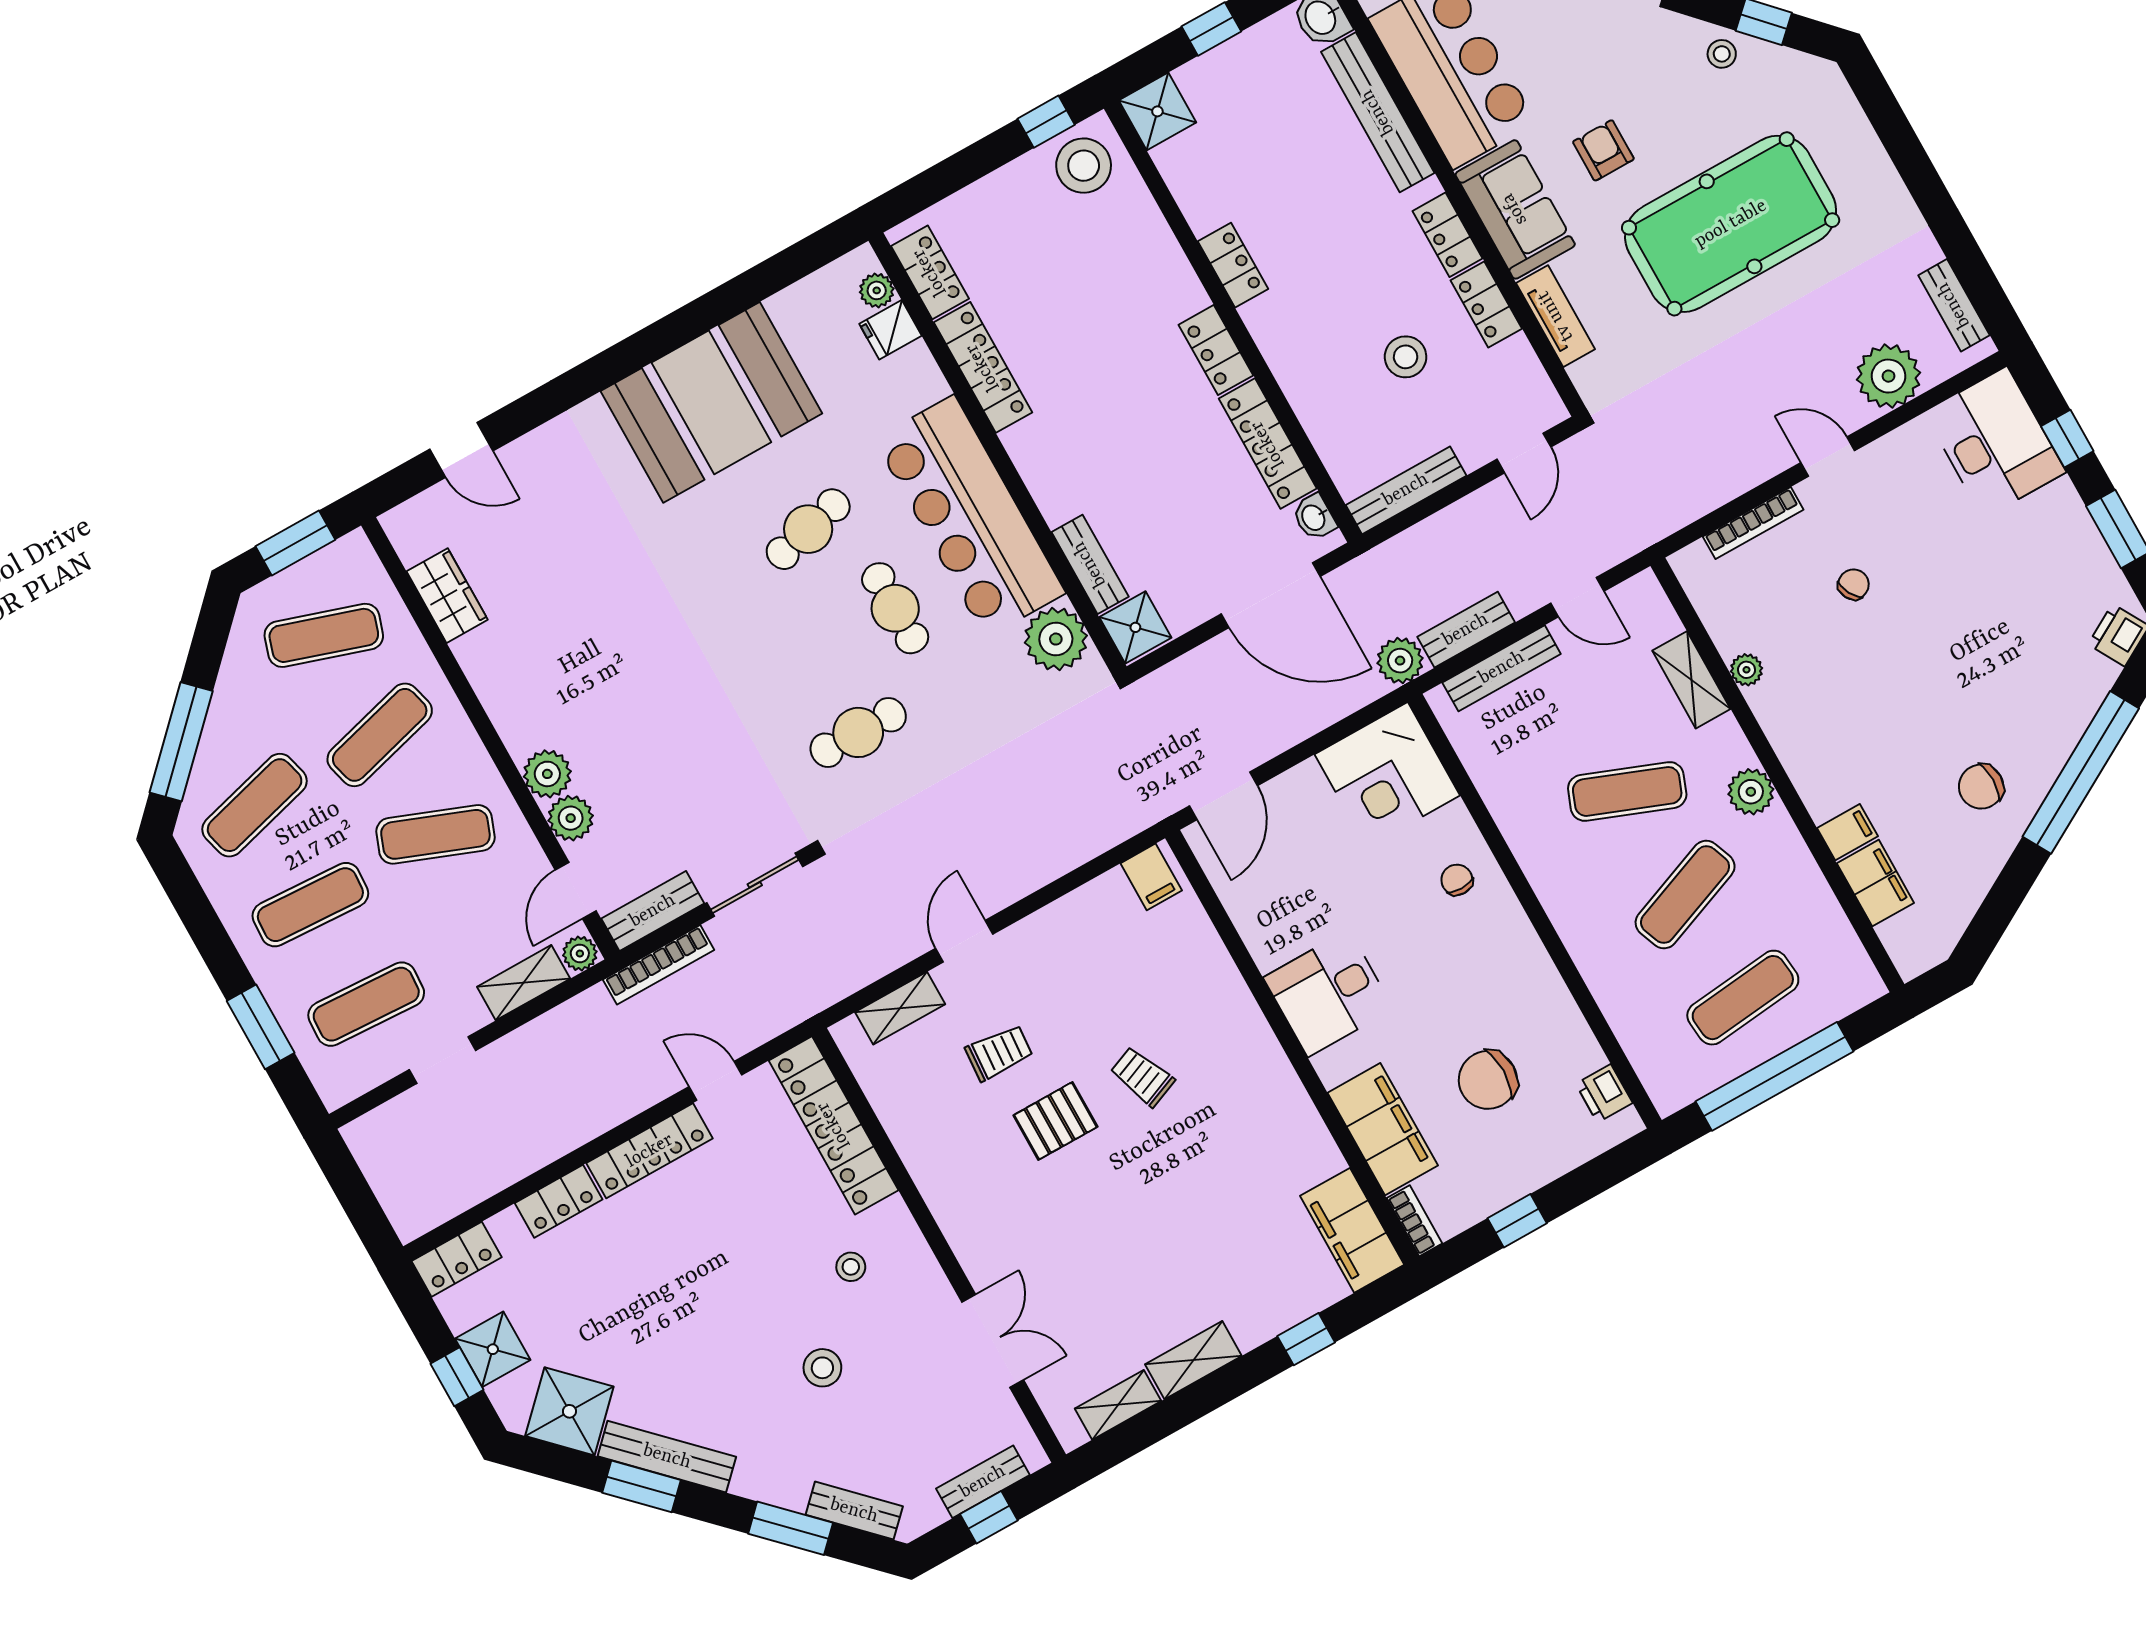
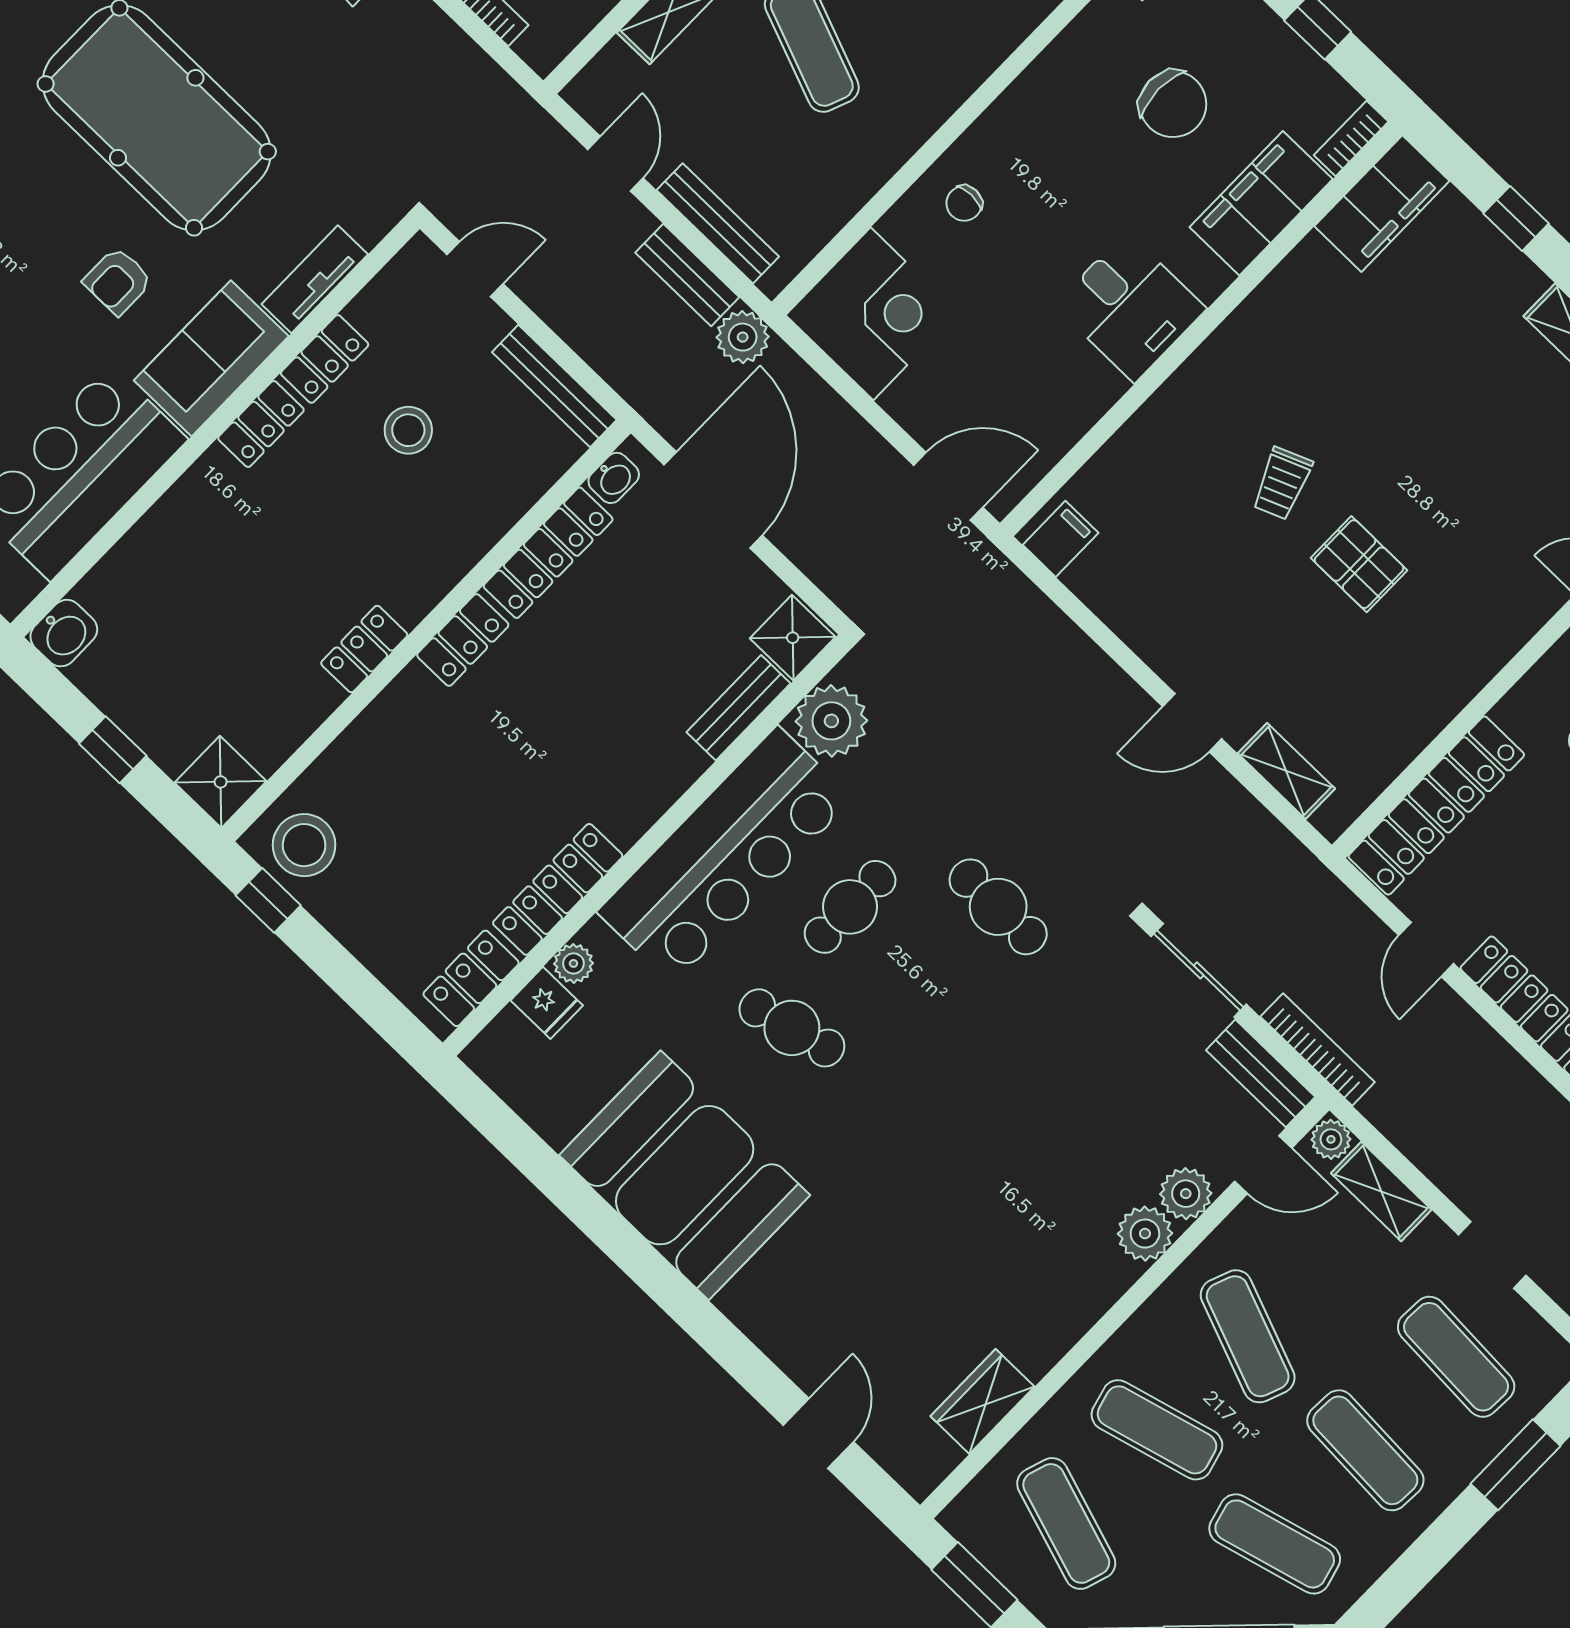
bench: (1378, 112) -> (150, 540), removed
plant: (877, 290) -> (573, 963), moved
trolley: (999, 1053) -> (1303, 648), removed

